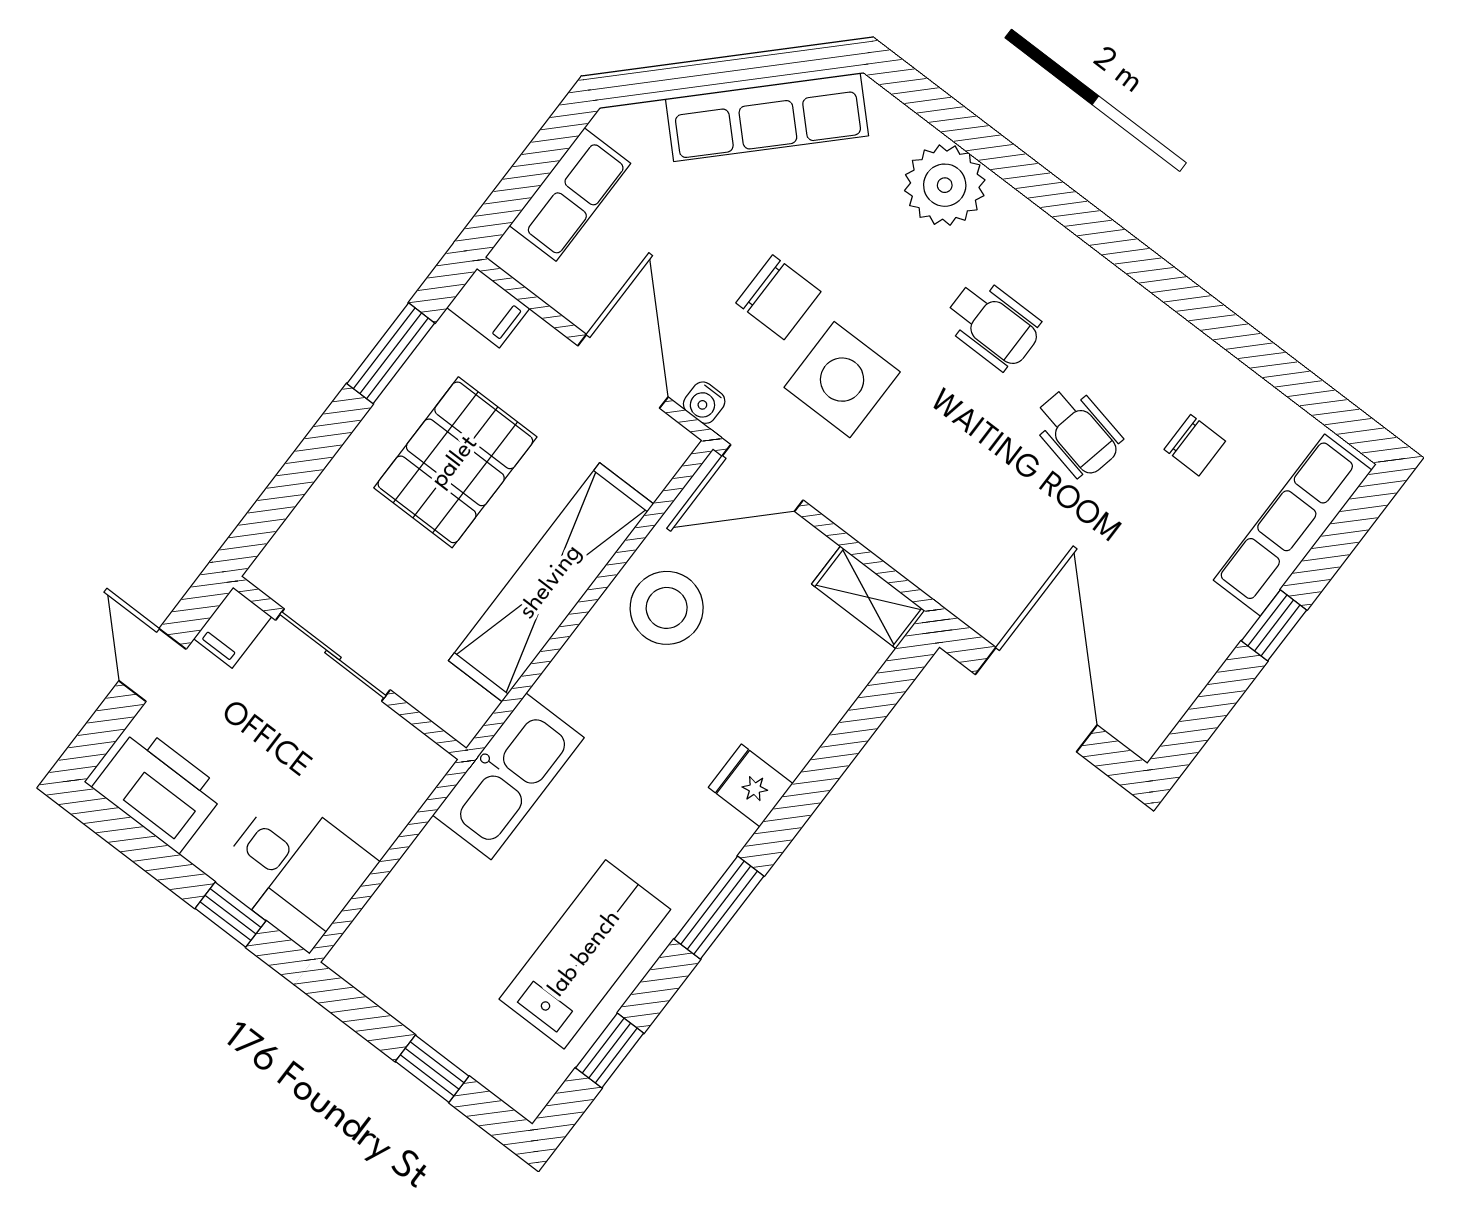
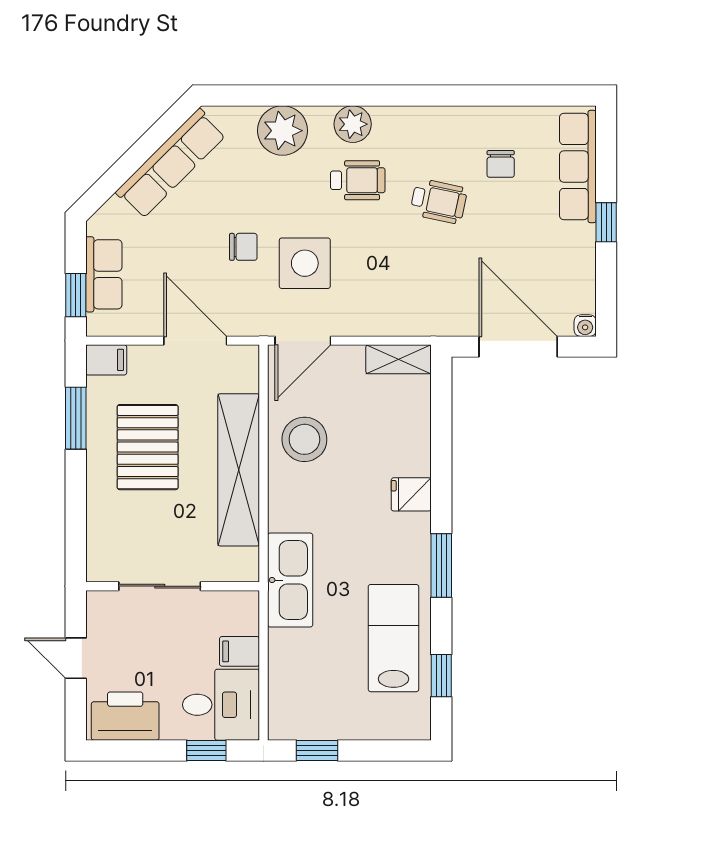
window: (513, 194) -> (76, 295), added
plant: (1042, 247) -> (353, 124), added
chair: (778, 297) -> (243, 247), width x0.73, depth x0.73
water cooler: (704, 403) -> (585, 326), moved
chair: (1195, 445) -> (501, 164), turned 90
filing cabinet: (233, 628) -> (240, 651), moved, turned 90
window: (432, 1069) -> (317, 750), moved

